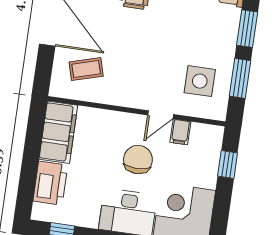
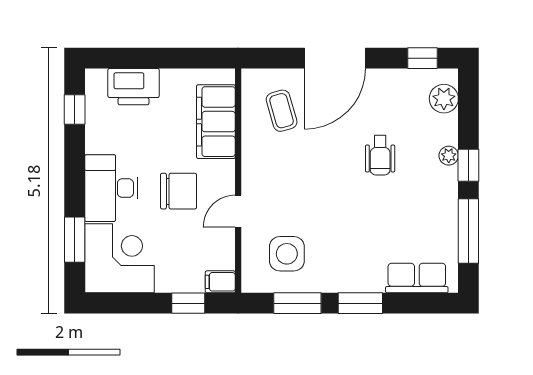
door: (161, 115) -> (238, 211), hinge flipped
filing cabinet: (58, 132) -> (216, 122), moved, turned 90
filing cabinet: (180, 132) -> (220, 282), moved

